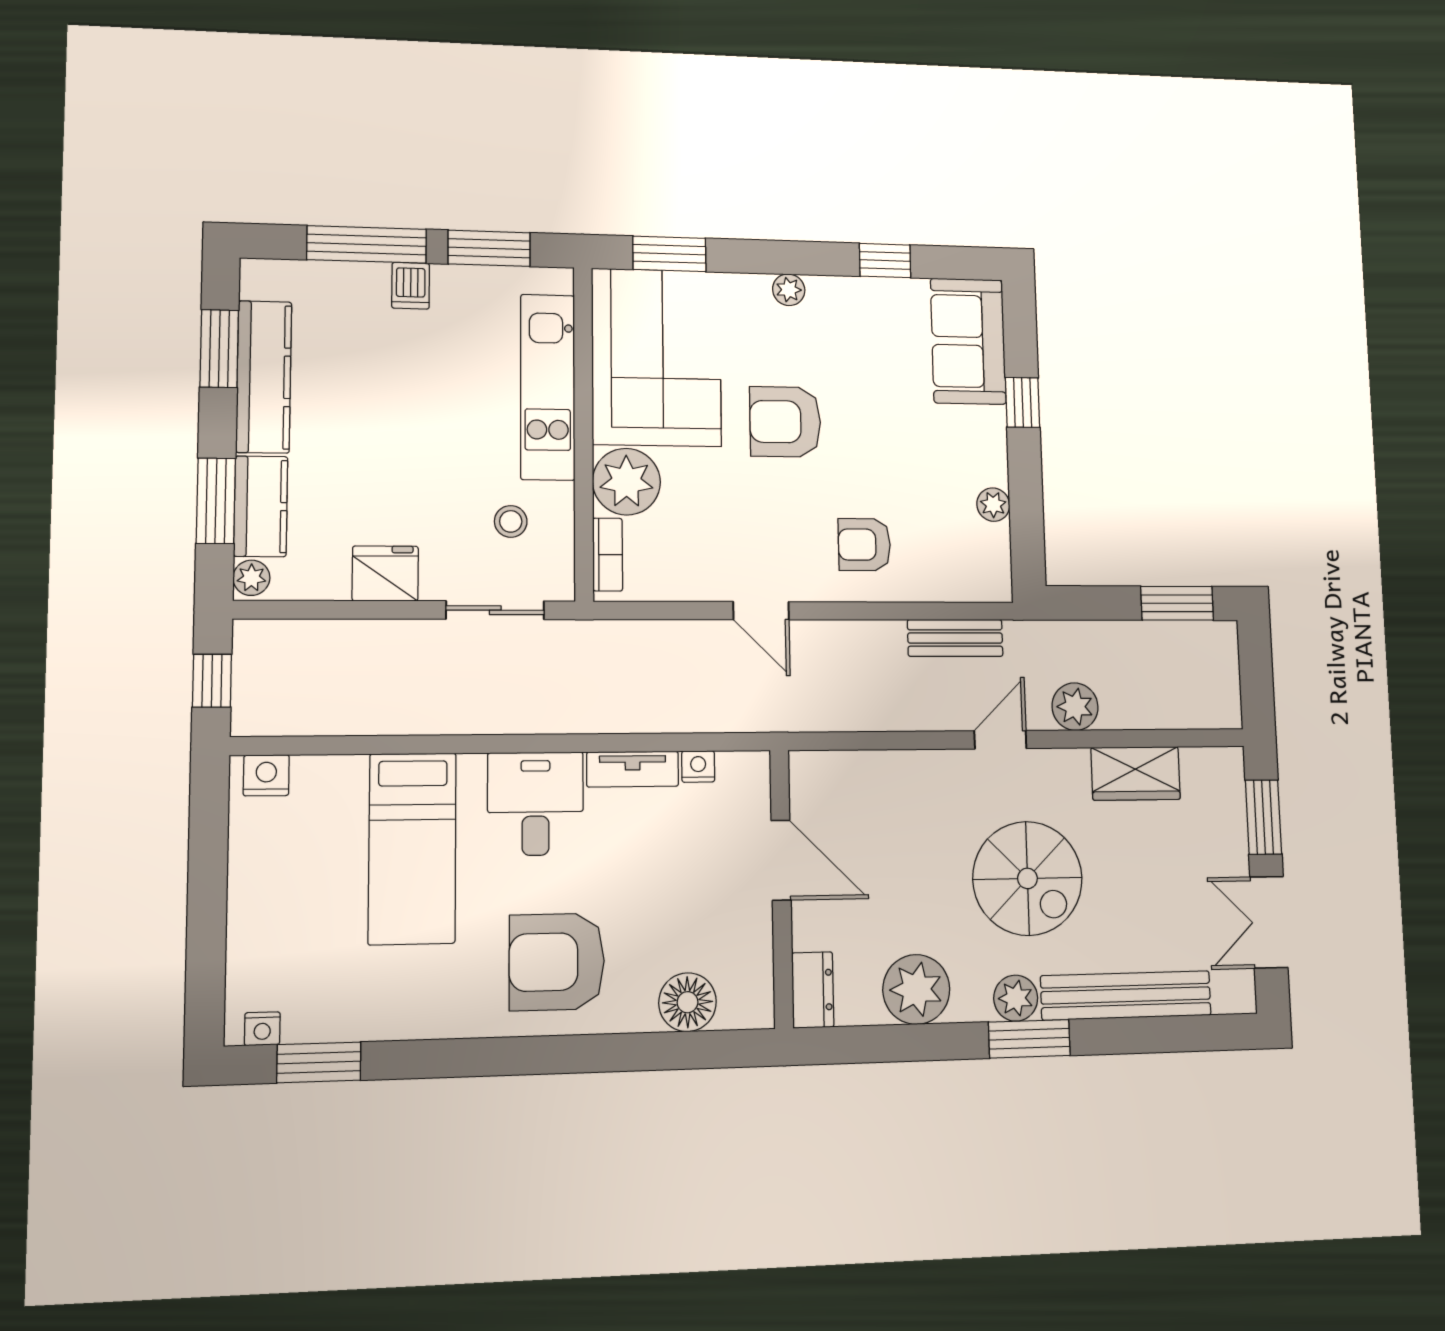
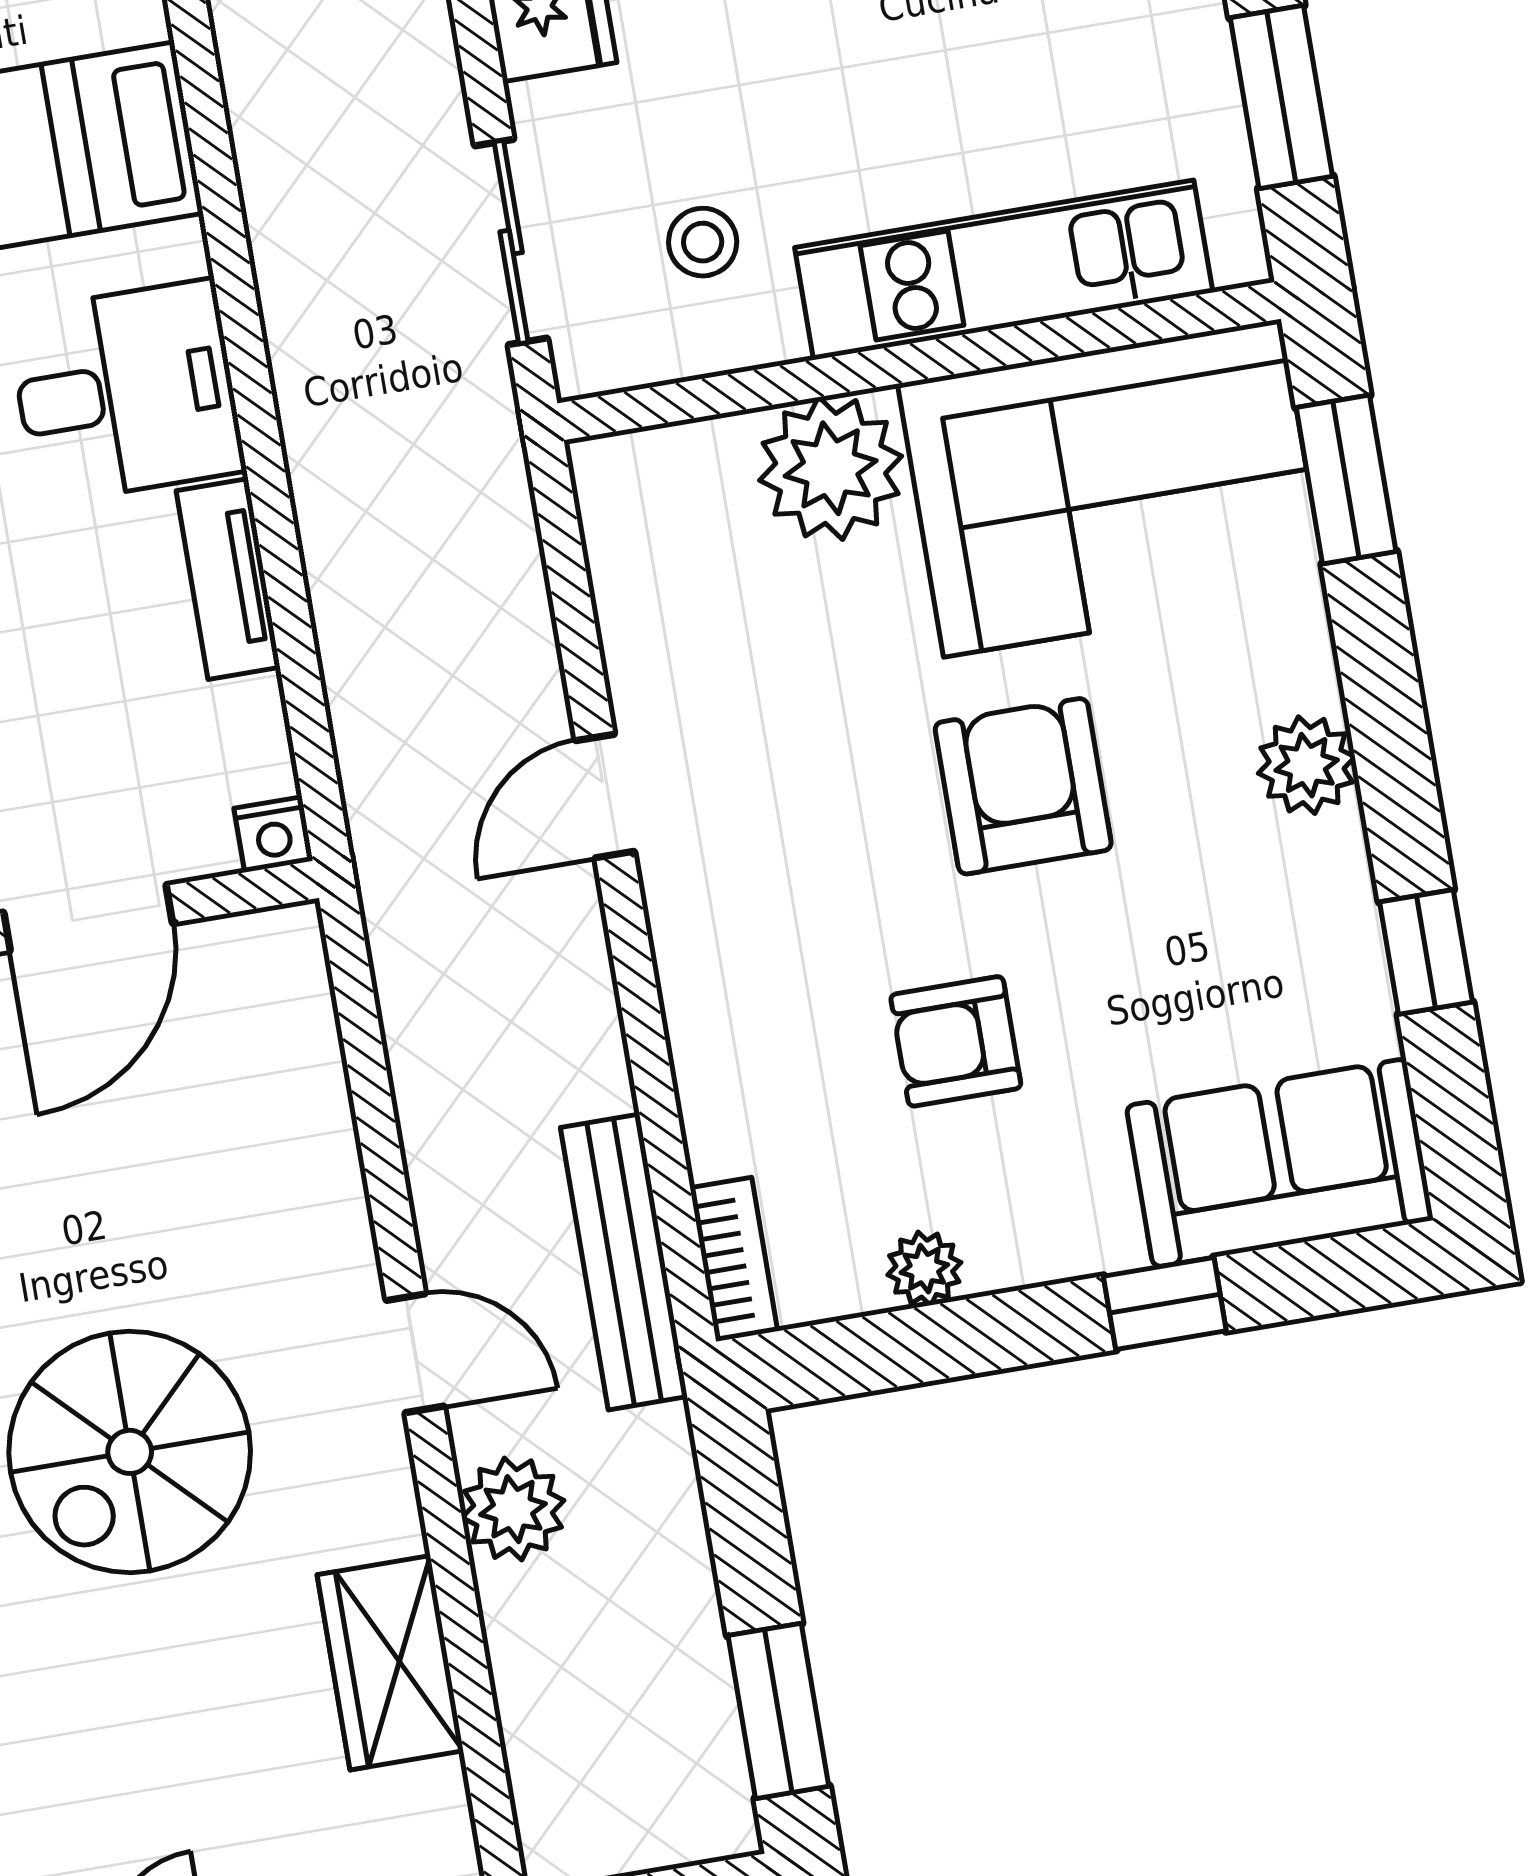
plant: (789, 290) -> (1307, 765), width x1.38, depth x1.38
armchair: (864, 545) -> (956, 1041), moved, turned -90
bookcase: (608, 555) -> (734, 1259), moved, turned -90
bench: (955, 638) -> (624, 1262), width x1.36
nightstand: (698, 767) -> (273, 835), moved, turned 90

